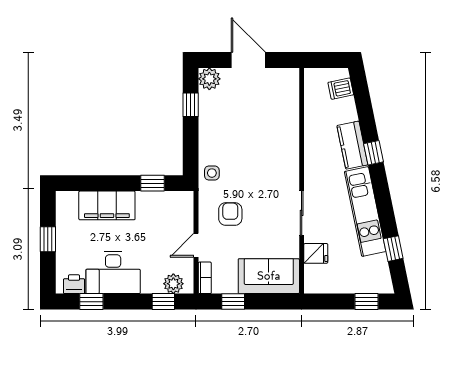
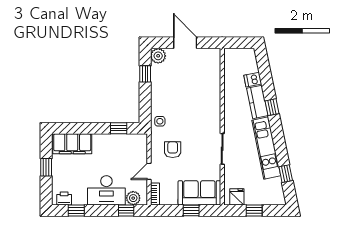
dishwasher: (341, 89) -> (253, 80), moved
filing cabinet: (107, 205) -> (72, 144), moved
fridge: (316, 253) -> (237, 197), moved, turned -90
desk: (113, 273) -> (106, 190), moved
window: (233, 302) -> (191, 210), moved
window: (366, 302) -> (254, 210), moved

